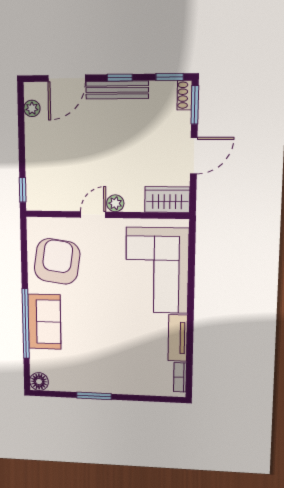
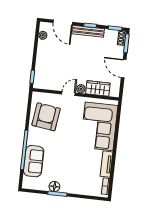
door: (67, 78) -> (63, 22), hinge flipped
door: (194, 156) -> (124, 69), swing flipped
wardrobe: (167, 200) -> (98, 88), moved
sofa: (44, 322) -> (34, 161), moved
floor lamp: (39, 382) -> (54, 187), moved

